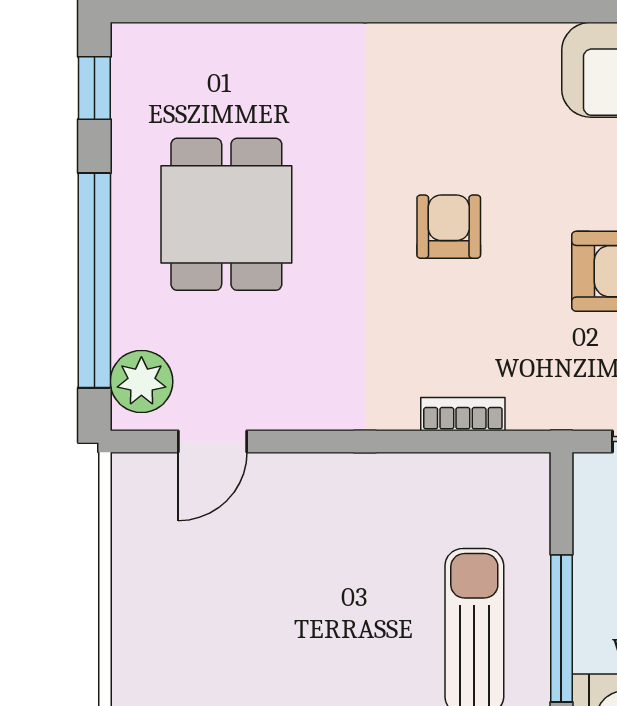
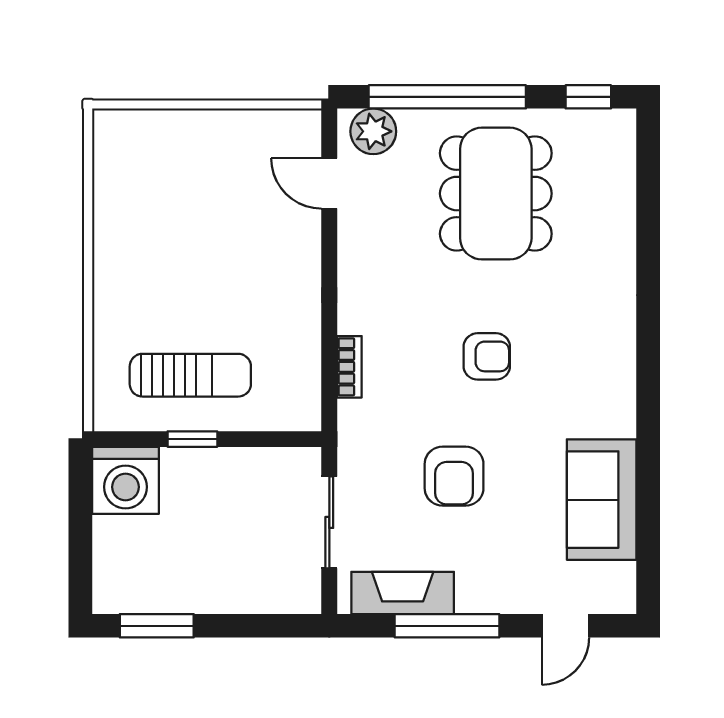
dining table: (226, 214) -> (496, 194), width x1.38
window: (561, 628) -> (192, 439), width x0.46

